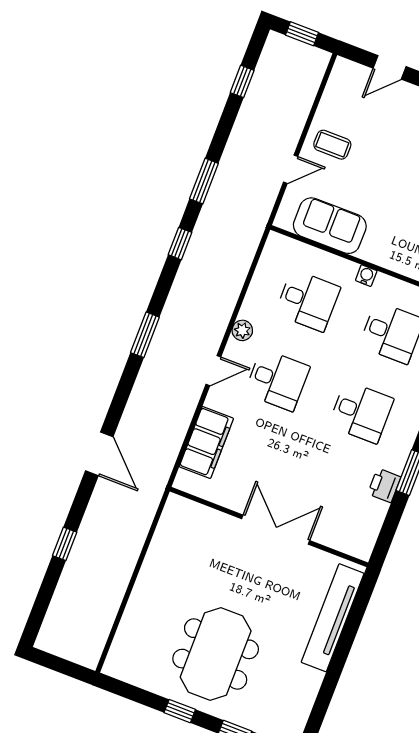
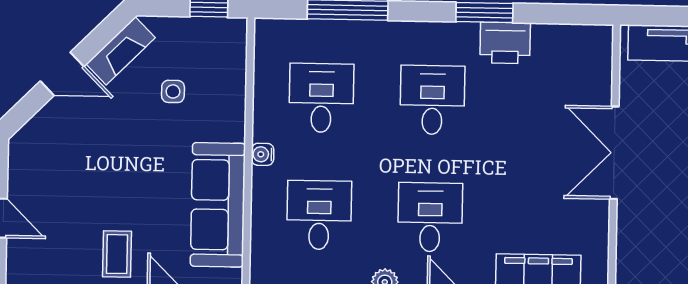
sofa: (330, 226) -> (218, 205), width x1.36
printer: (384, 485) -> (505, 43), width x1.36, depth x1.24

